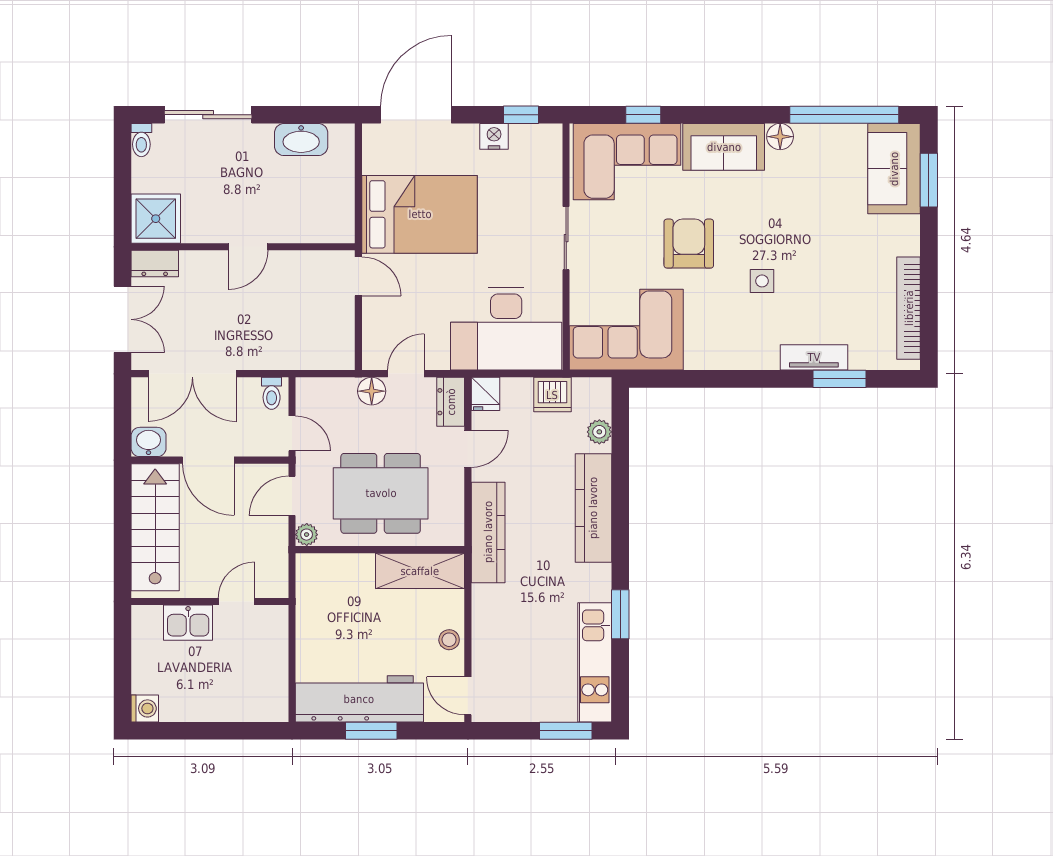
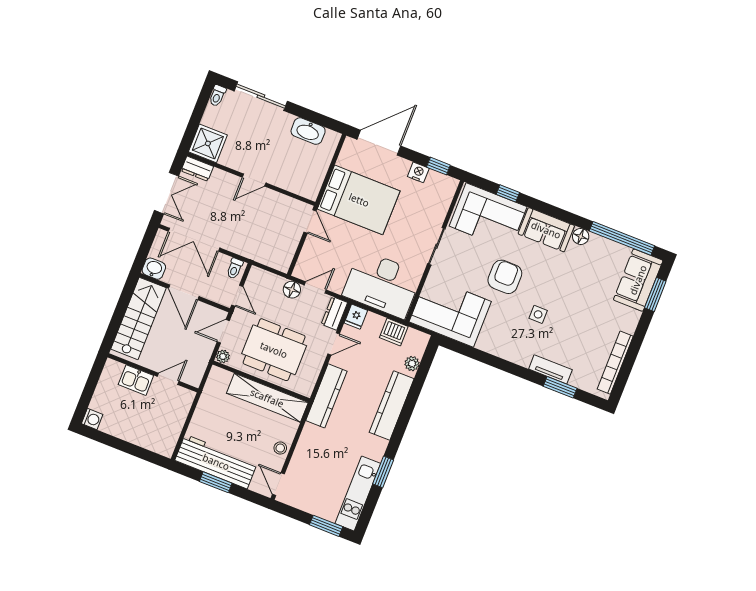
shelving: (420, 571) -> (267, 398), width x1.47

